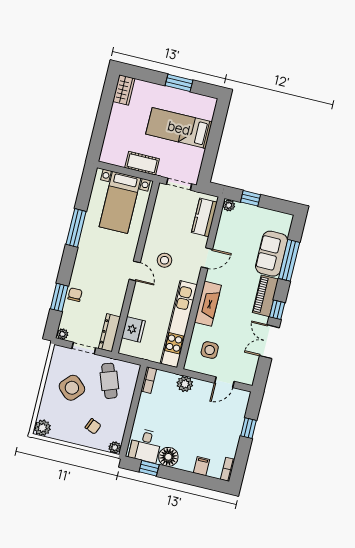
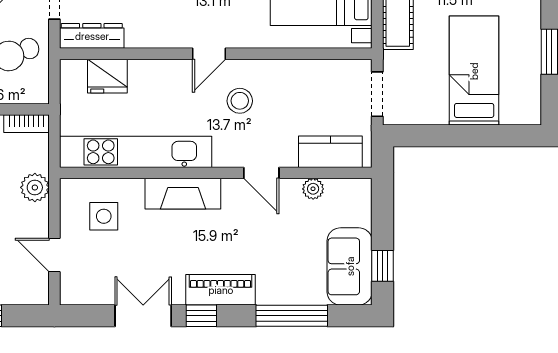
window: (250, 198) -> (383, 266), moved
plant: (229, 205) -> (313, 189), moved
sofa: (272, 254) -> (350, 266), moved, turned -90

